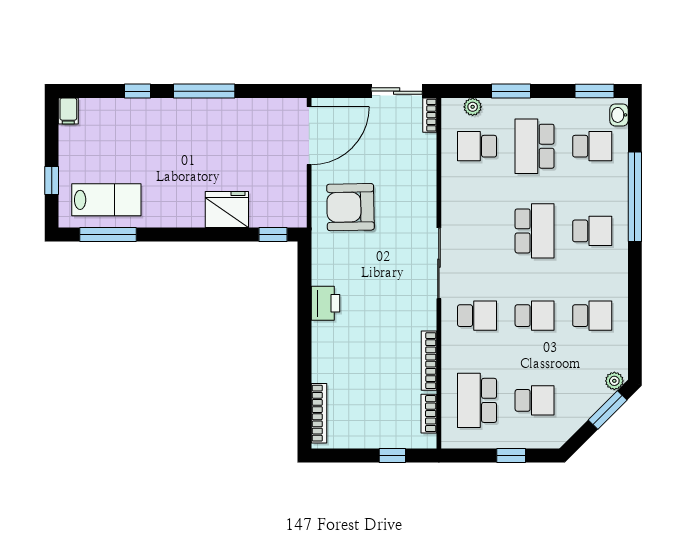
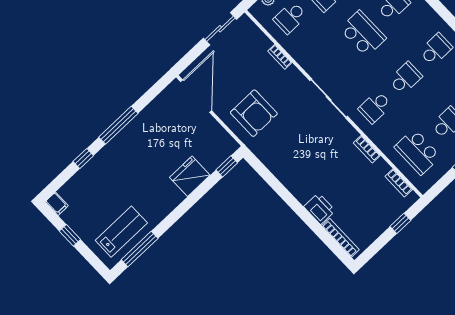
bookcase: (430, 115) -> (280, 57), moved
window: (52, 181) -> (70, 235), moved
armchair: (350, 207) -> (254, 113), turned -89
printer: (326, 303) -> (319, 209), moved
school desk: (477, 316) -> (375, 107), turned 180
bookcase: (429, 361) -> (367, 149), width x0.64

